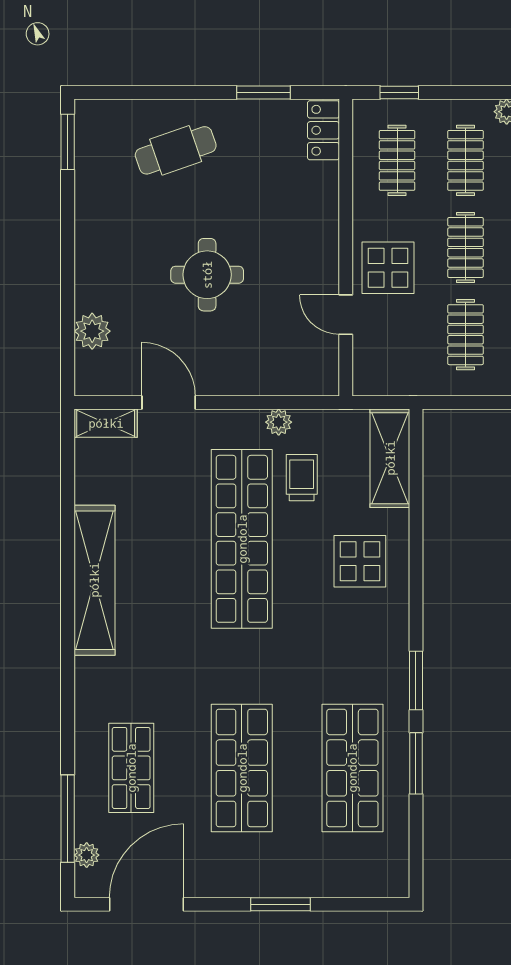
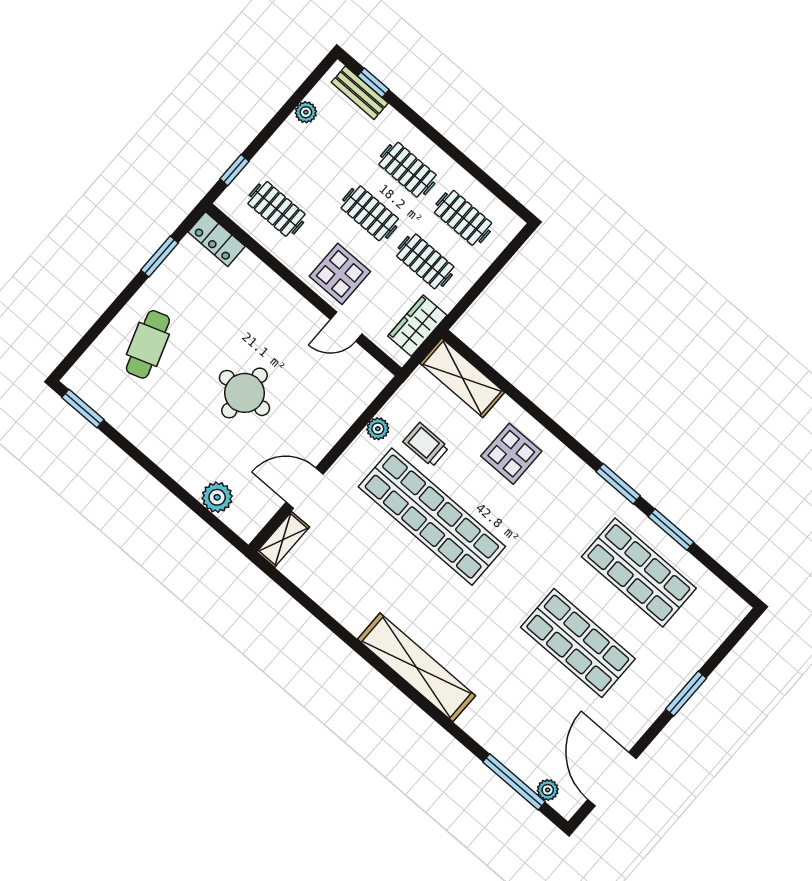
clothes rail: (466, 160) -> (314, 165), removed
wardrobe: (402, 377) -> (417, 326), added
shelving: (94, 580) -> (416, 667), moved
shop shelf: (131, 768) -> (517, 713), removed

